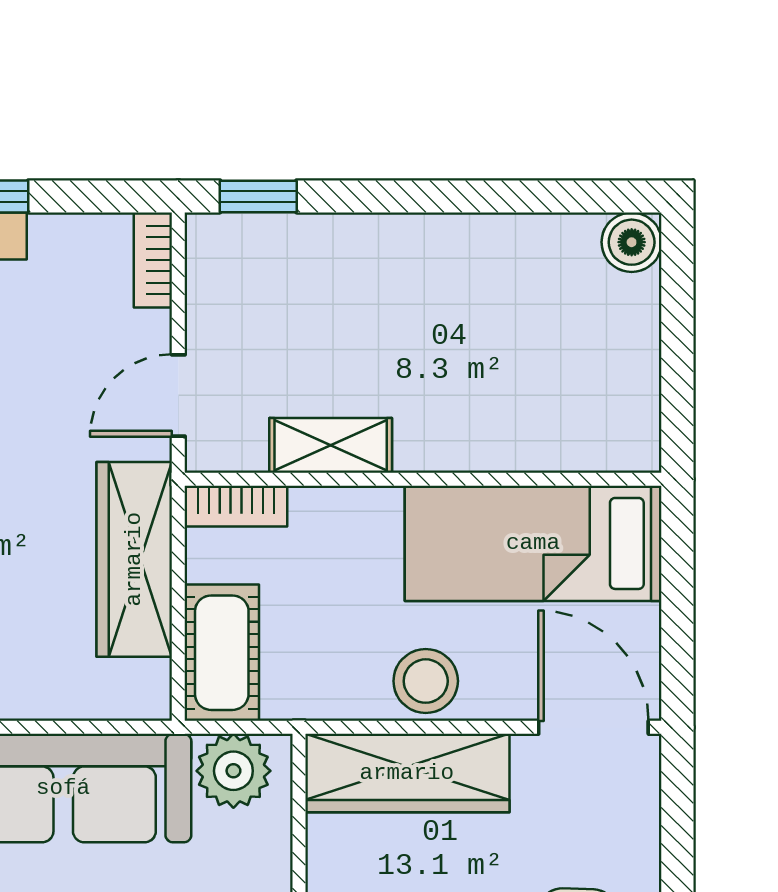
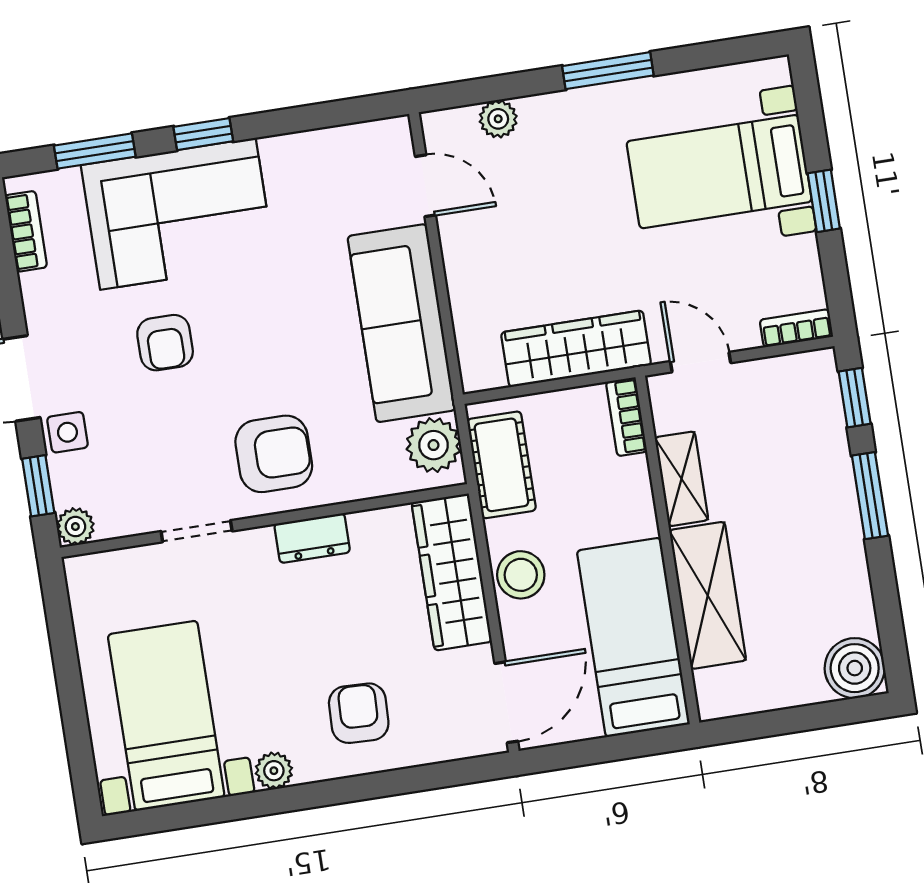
window: (393, 196) -> (870, 496), added
boiler: (632, 242) -> (855, 668), width x1.36, depth x1.36
shelving: (492, 435) -> (708, 595), added
cot: (222, 653) -> (501, 465), moved, turned 90

